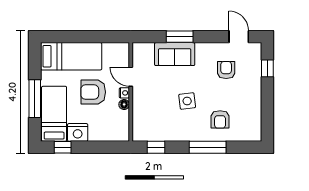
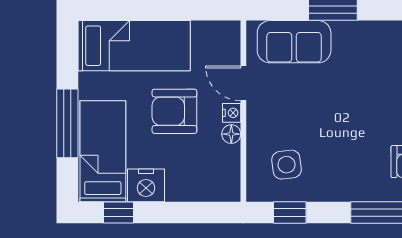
sofa: (175, 54) -> (294, 42), moved
side table: (187, 101) -> (287, 165), moved

